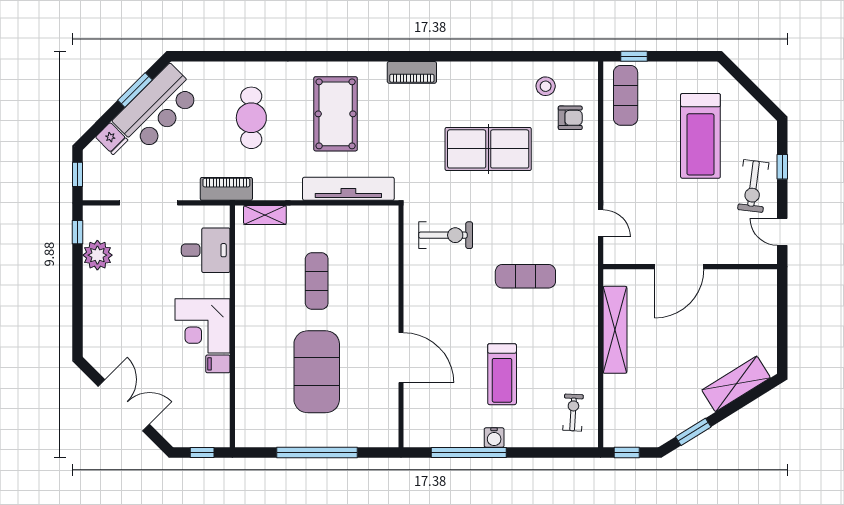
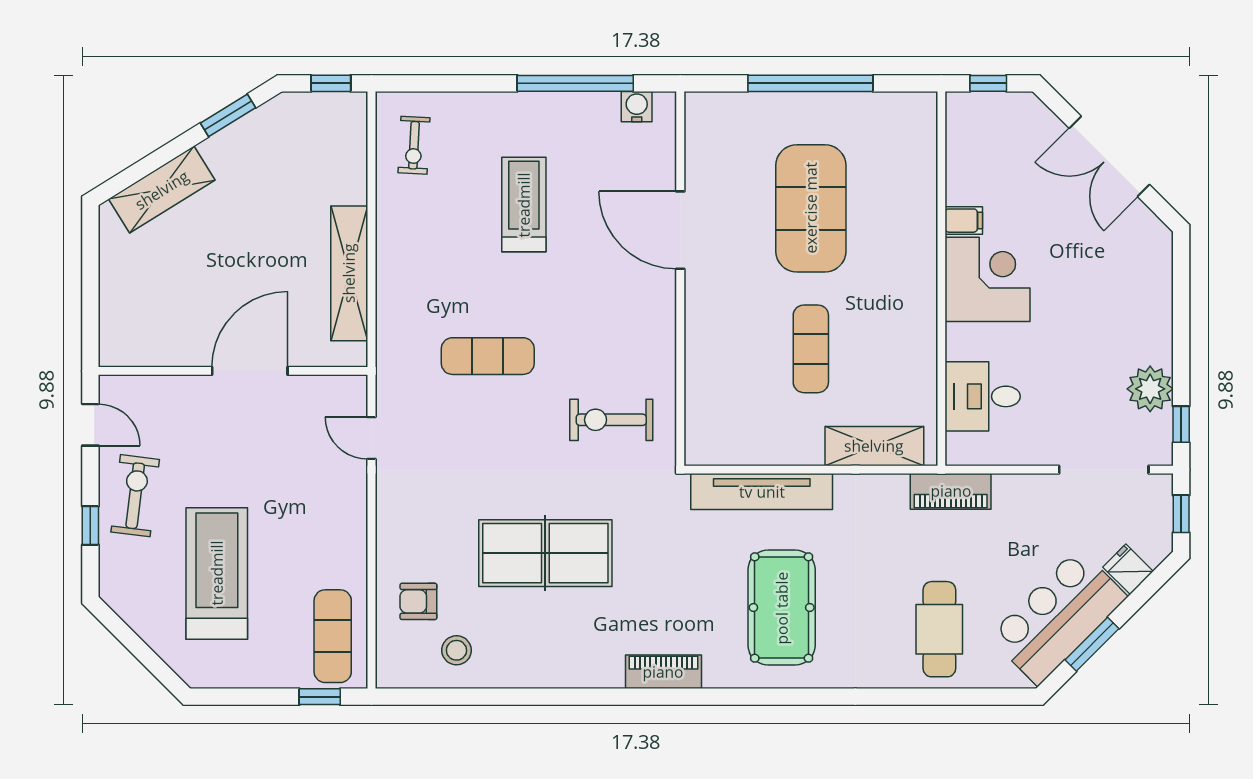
cafe table: (251, 118) -> (939, 629), moved
doorway: (149, 203) -> (1104, 470), moved
shelving: (265, 215) -> (874, 446), width x1.50, depth x1.33
water cooler: (494, 437) -> (637, 107), moved

